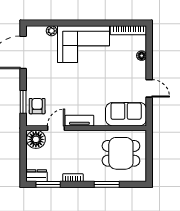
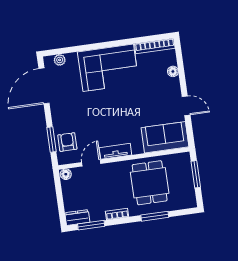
plant: (52, 31) -> (60, 60), moved
floor lamp: (36, 139) -> (66, 174), width x0.53, depth x0.53
window: (149, 152) -> (196, 174), added
dining table: (121, 153) -> (150, 183), moved, turned 90

